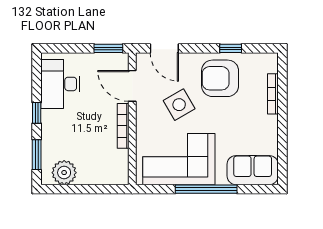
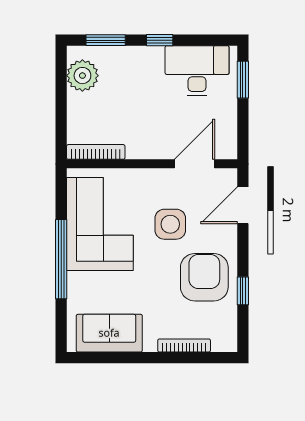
window: (108, 48) -> (243, 80), moved
side table: (179, 105) -> (170, 224), turned 30
bookcase: (123, 126) -> (96, 152), moved
sofa: (253, 170) -> (109, 333), moved, turned -90

